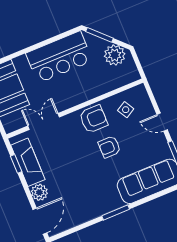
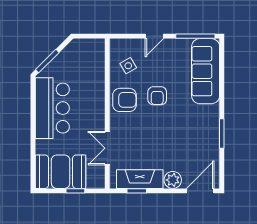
plant: (115, 55) -> (72, 55), removed
armchair: (93, 119) -> (124, 100), turned 90
window: (116, 213) -> (222, 134), moved
door: (40, 221) -> (200, 191), hinge flipped

